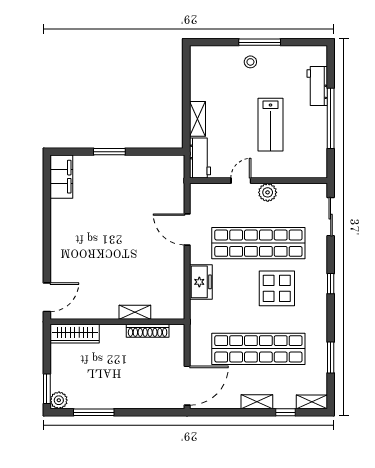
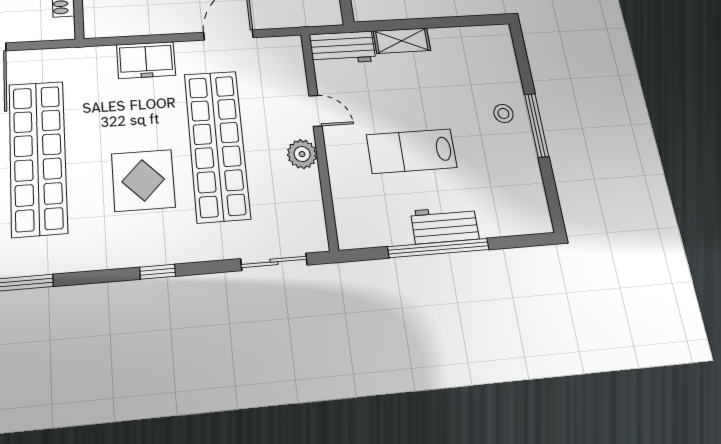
workbench: (317, 86) -> (445, 225), moved

